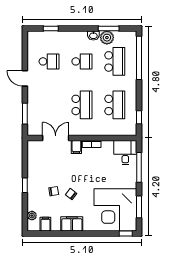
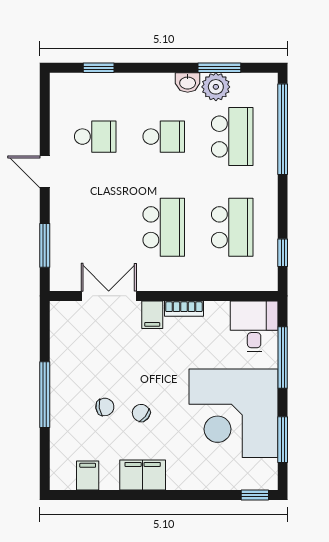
window: (25, 185) -> (45, 395), width x2.17
corner desk: (115, 210) -> (233, 413), moved
plant: (32, 216) -> (59, 458), removed

